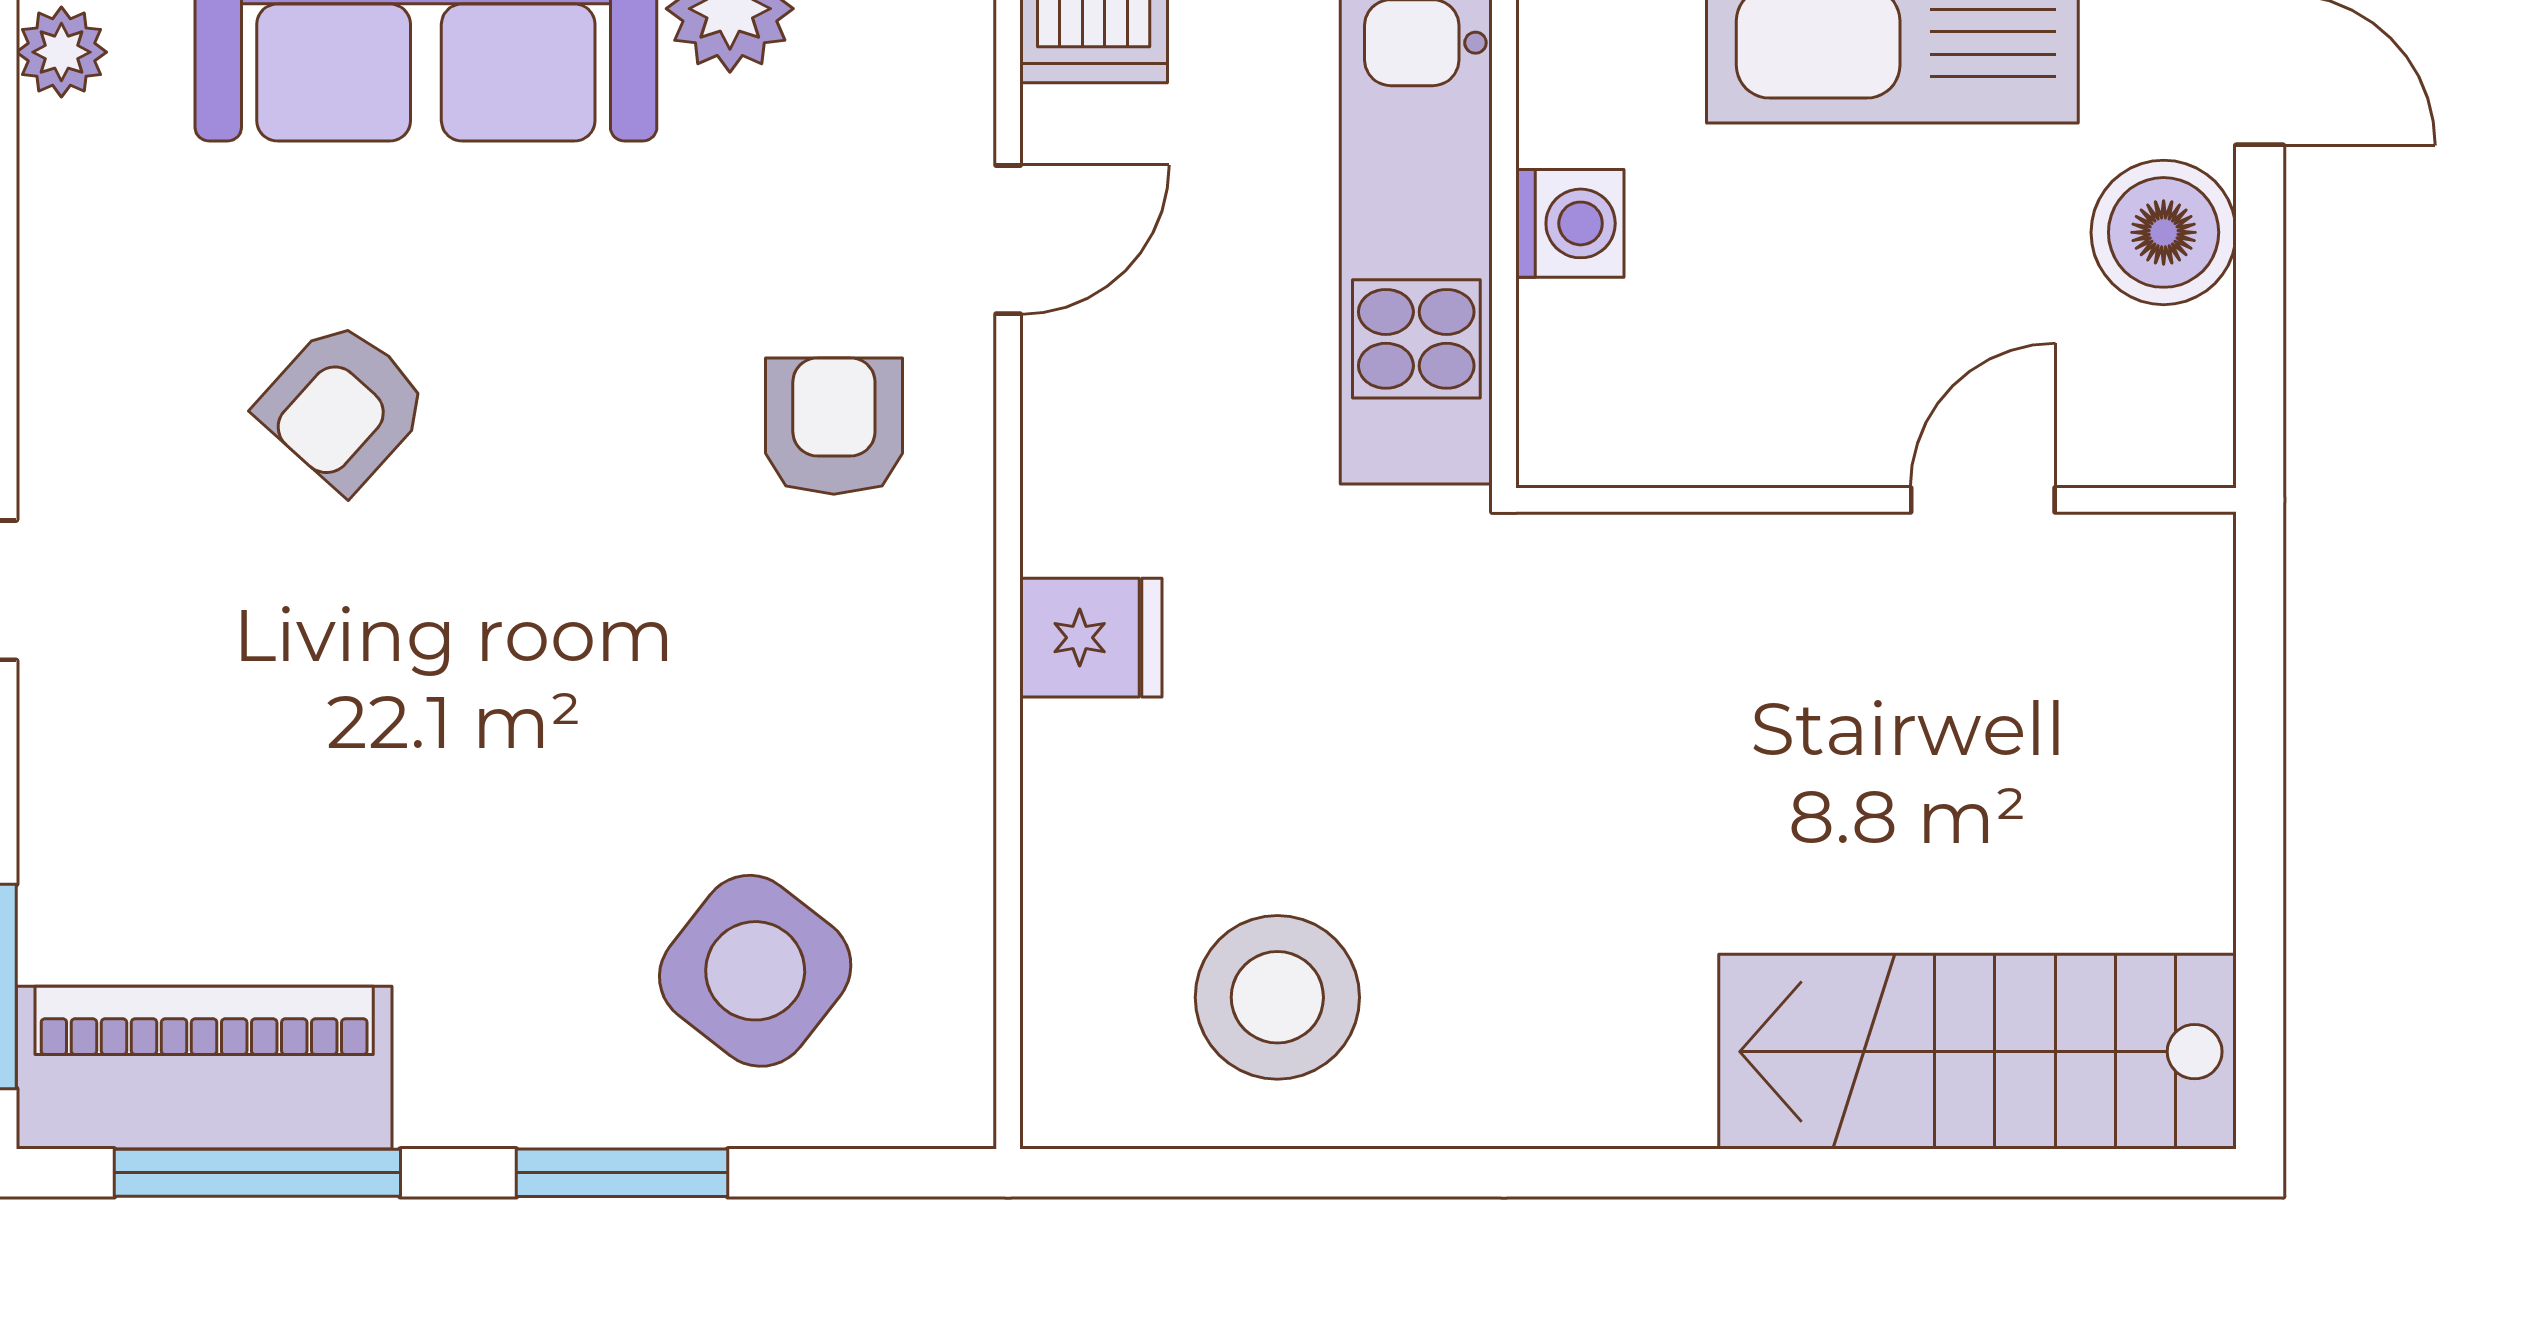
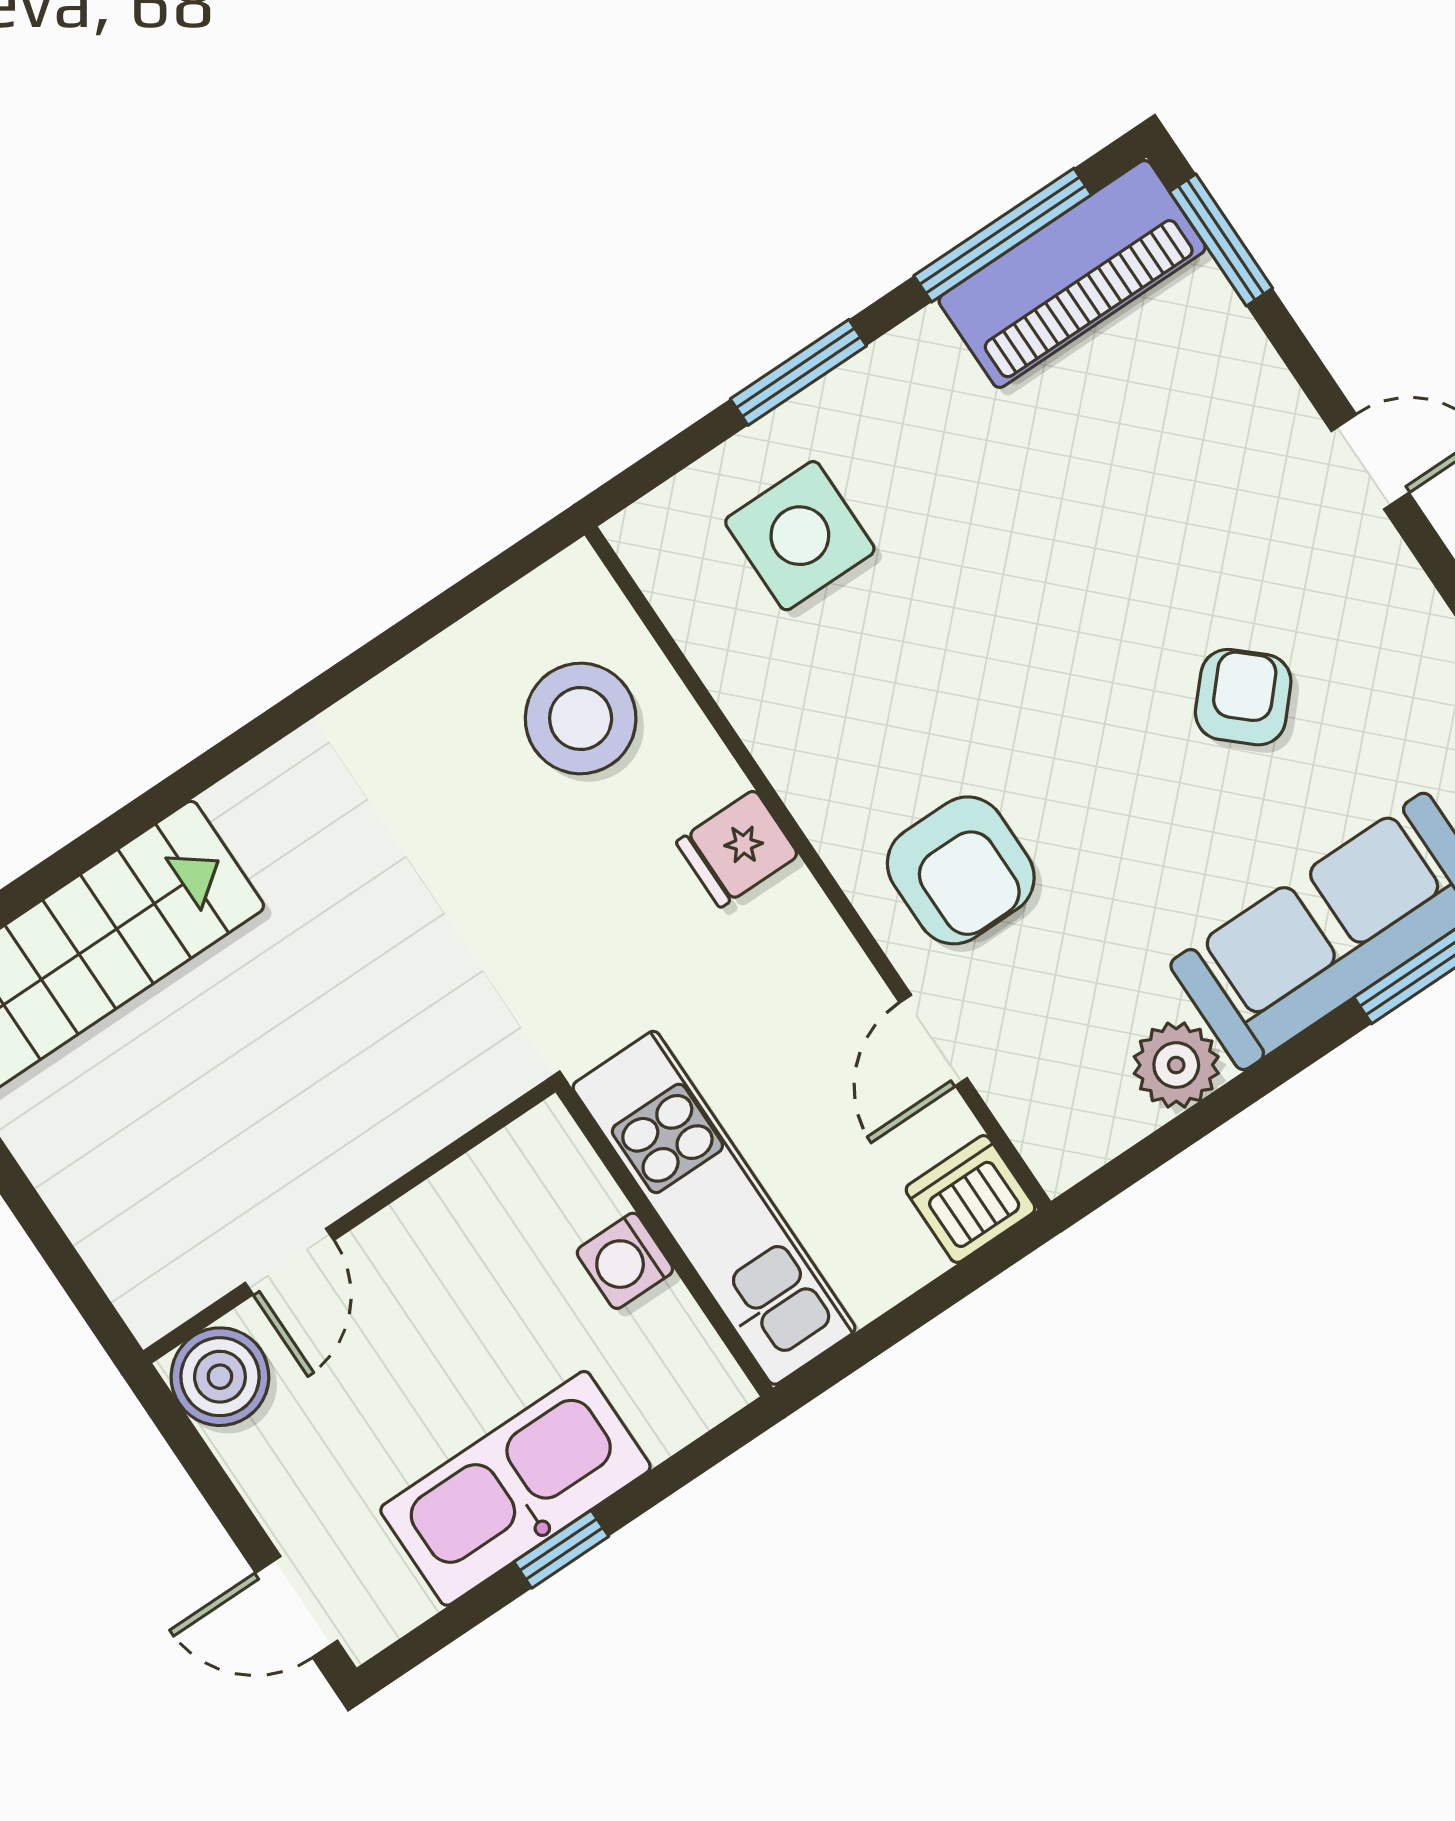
boiler: (2164, 232) -> (220, 1377), moved
armchair: (834, 426) -> (961, 870), width x1.38, depth x1.38
side table: (755, 971) -> (800, 536), turned -38
stool: (1277, 997) -> (581, 719), moved

